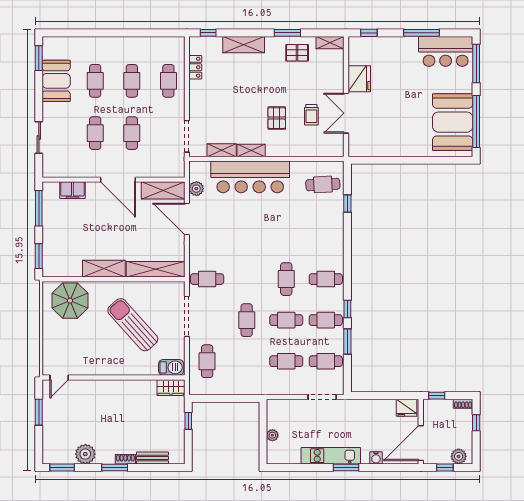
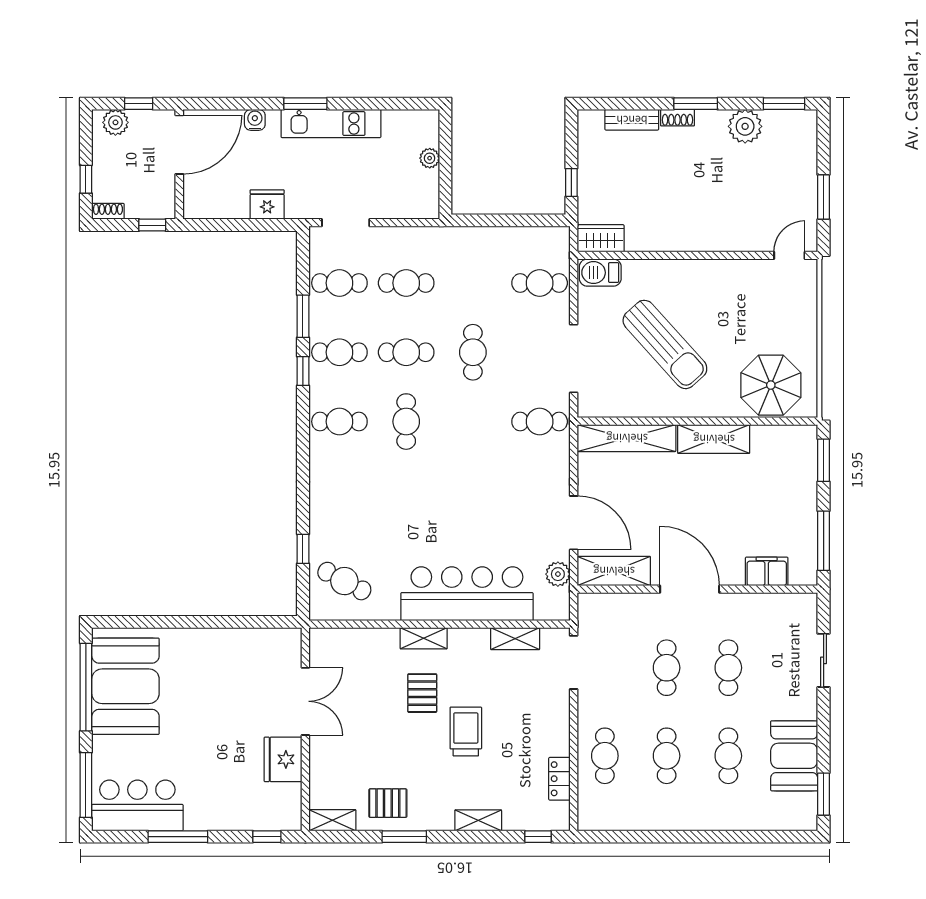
shelving: (244, 45) -> (478, 820), width x0.67, depth x0.75
trolley: (311, 115) -> (466, 731), moved, width x1.36, depth x1.39
shelving: (251, 150) -> (424, 638), moved
cafe table: (323, 184) -> (344, 581), turned 31
cafe table: (207, 361) -> (540, 283), turned 90
fridge: (407, 408) -> (267, 204), moved

